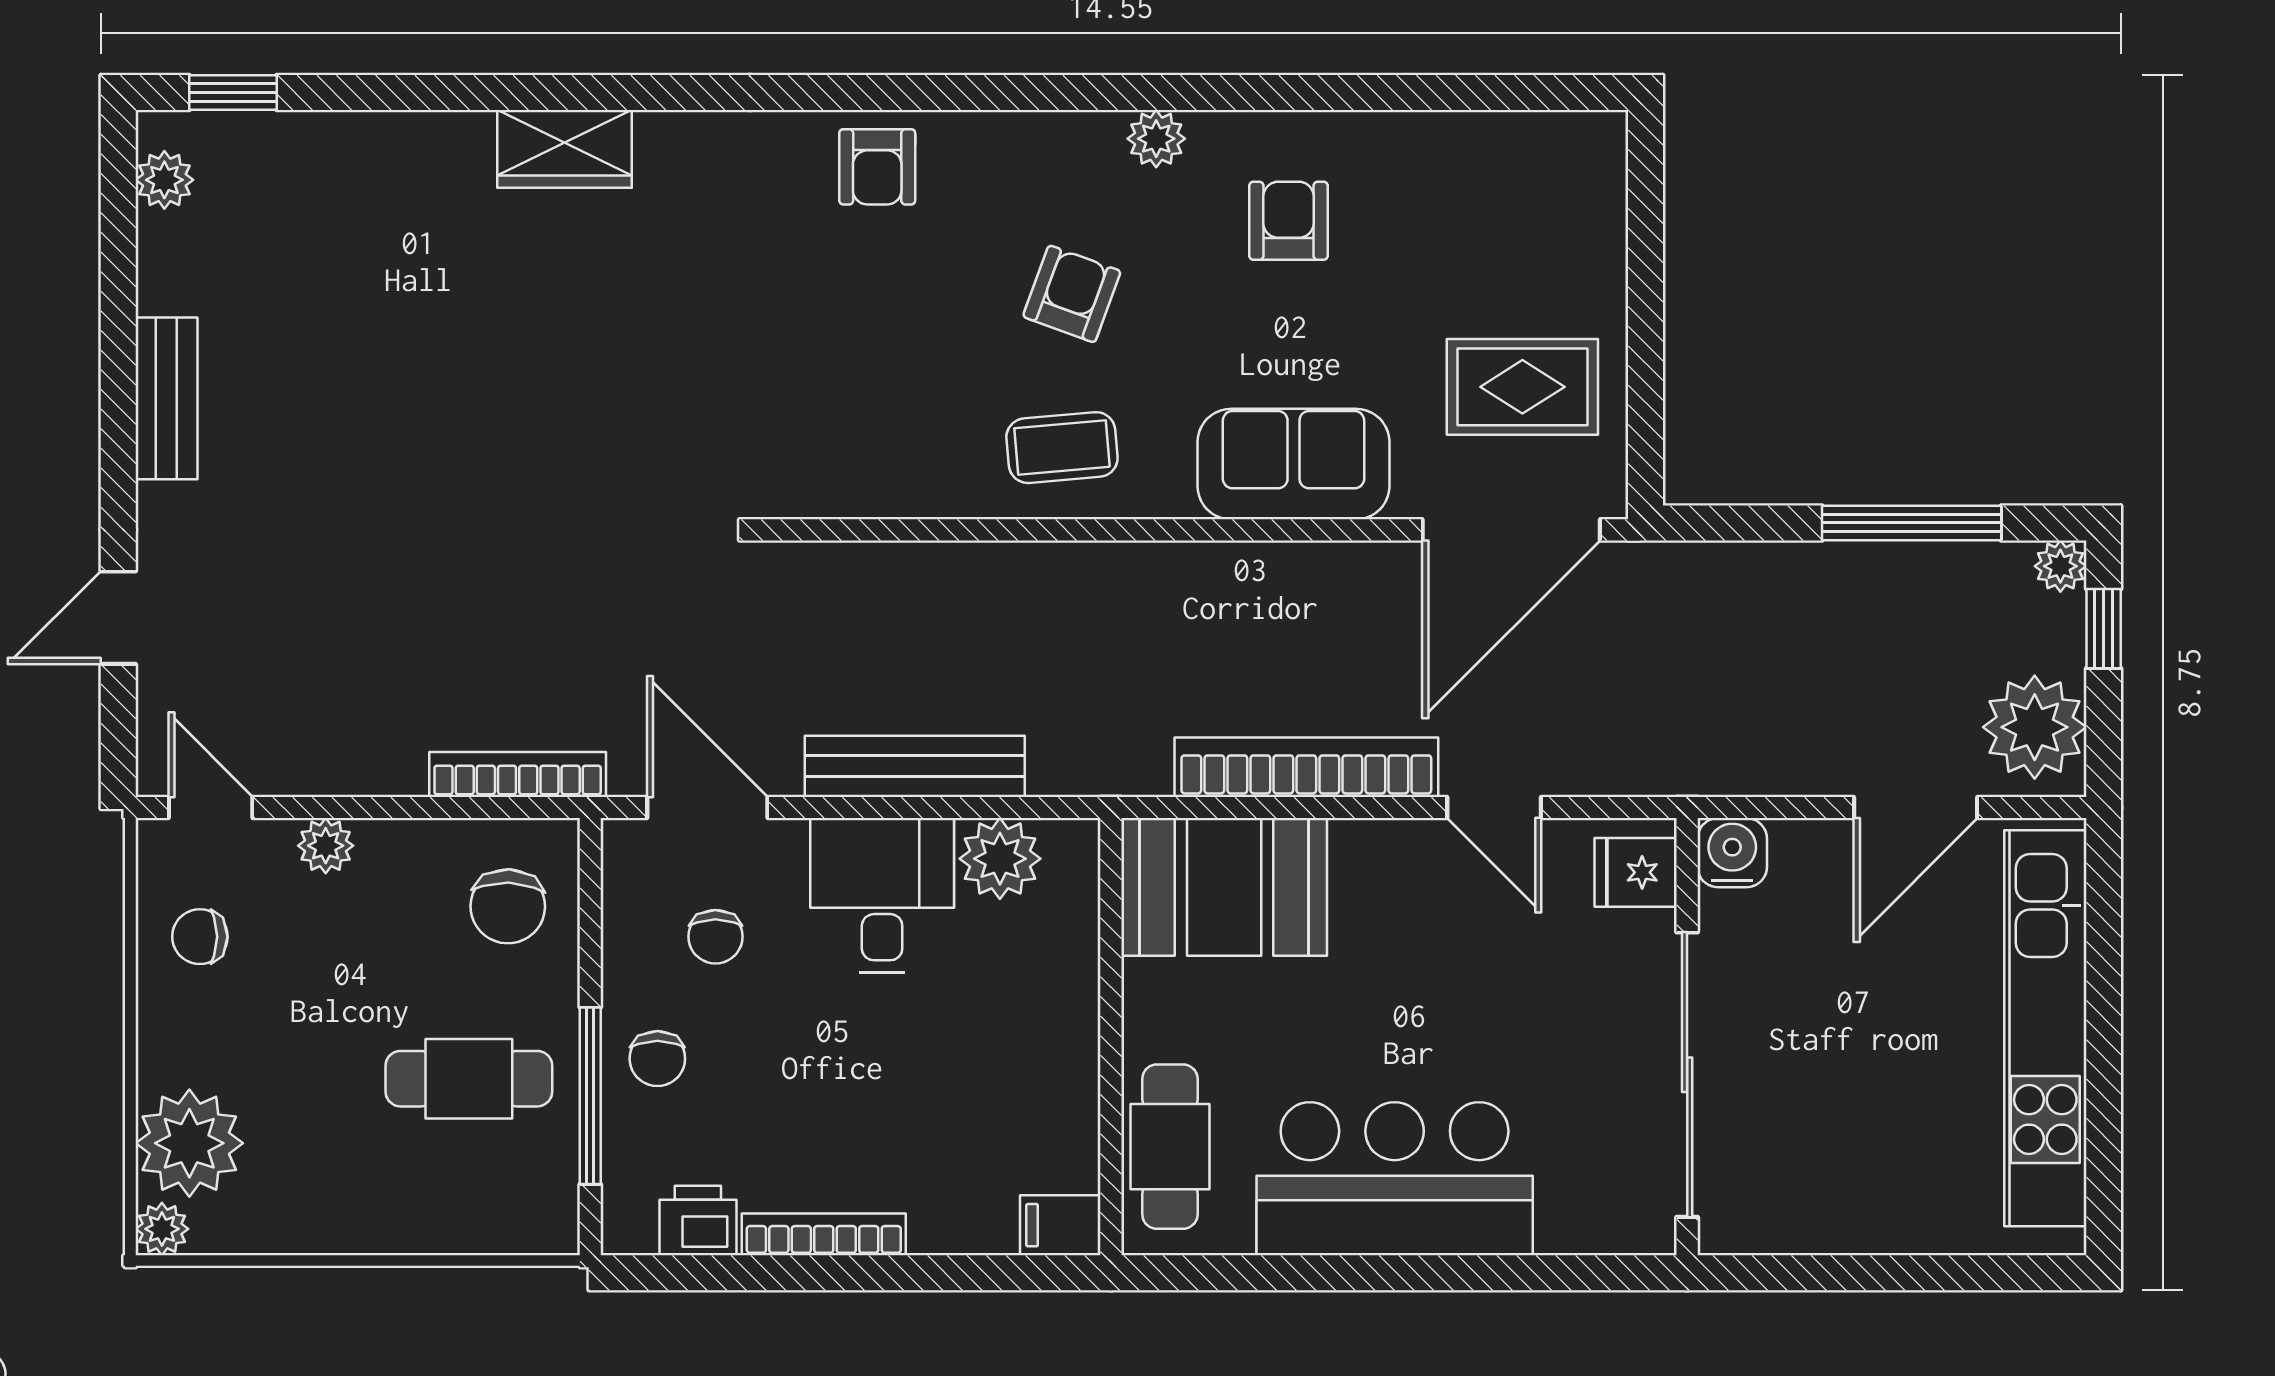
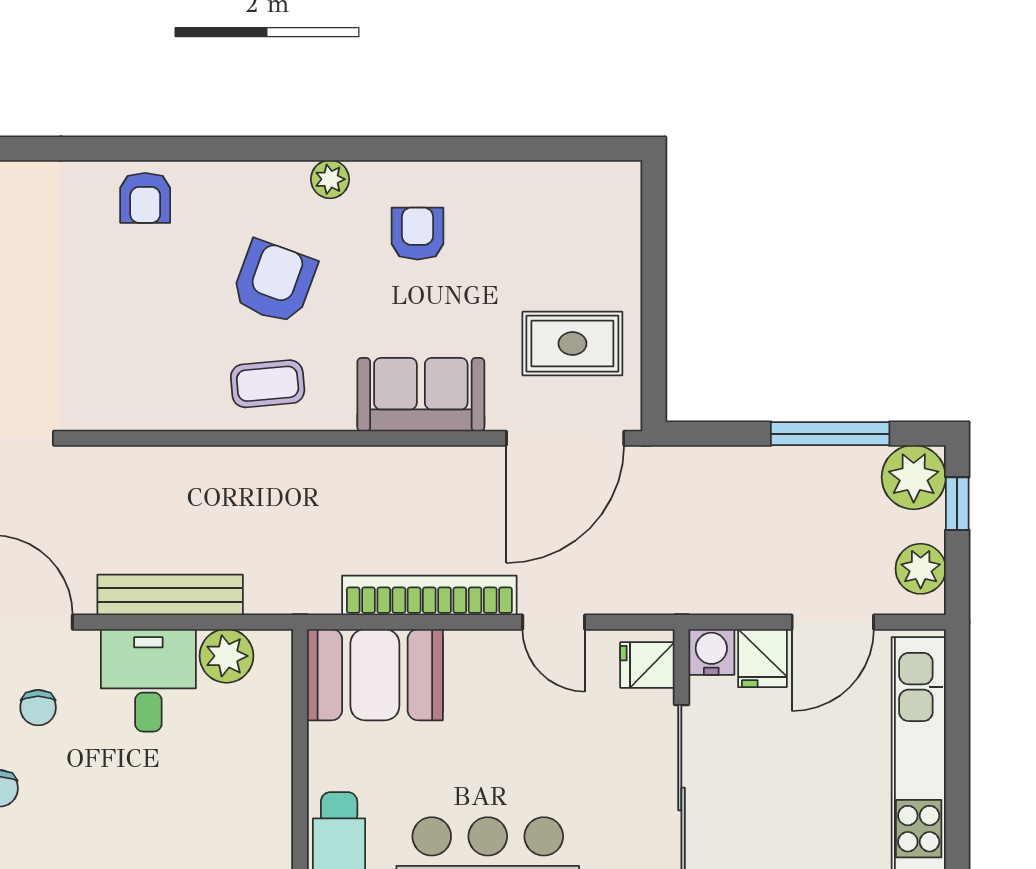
armchair: (1072, 294) -> (274, 282), width x1.38, depth x1.38
plant: (2060, 566) -> (914, 477), width x1.87, depth x1.87
plant: (2035, 727) -> (921, 569), width x0.73, depth x0.73
fridge: (1809, 862) -> (762, 658), added

